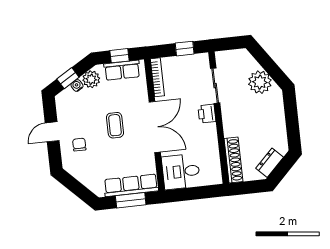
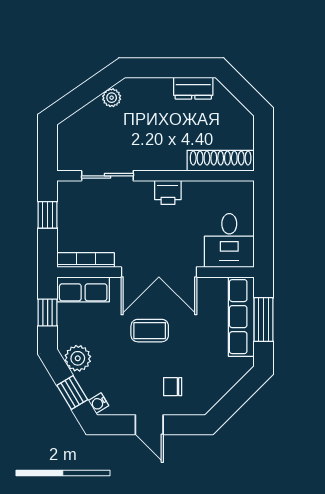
row of seats: (122, 70) -> (83, 289), moved, turned 90
plant: (260, 82) -> (112, 98), width x0.53, depth x0.53
water cooler: (77, 86) -> (98, 403), moved
printer: (207, 114) -> (168, 192), moved
double door: (155, 127) -> (159, 272), swing flipped
dresser: (270, 163) -> (193, 88), moved, turned -45

